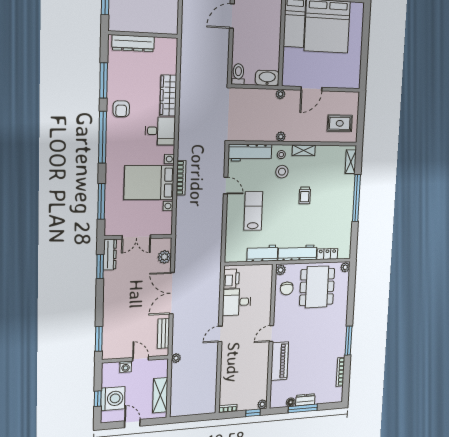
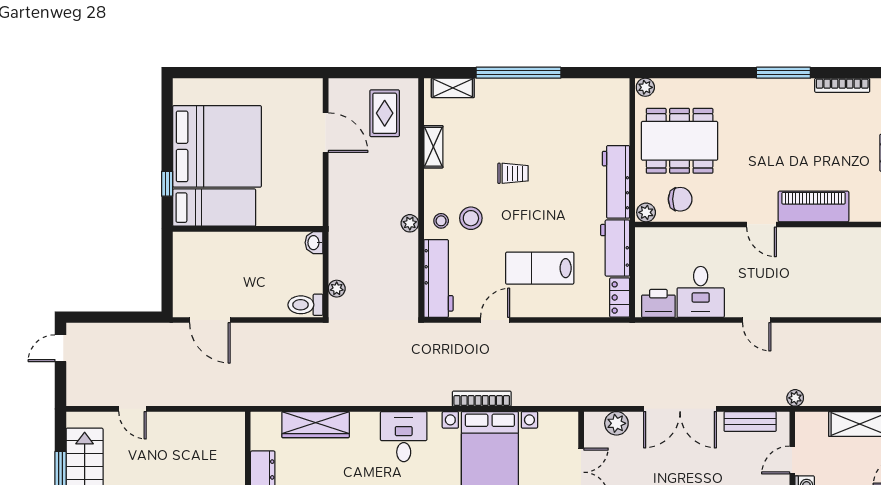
washbasin: (267, 78) -> (314, 243), width x0.52, depth x0.69
door: (311, 89) -> (326, 133), moved
plant: (281, 94) -> (337, 289), moved
wardrobe: (168, 95) -> (316, 425), moved
shelving: (304, 150) -> (433, 147), moved
locker: (327, 254) -> (620, 298), moved

